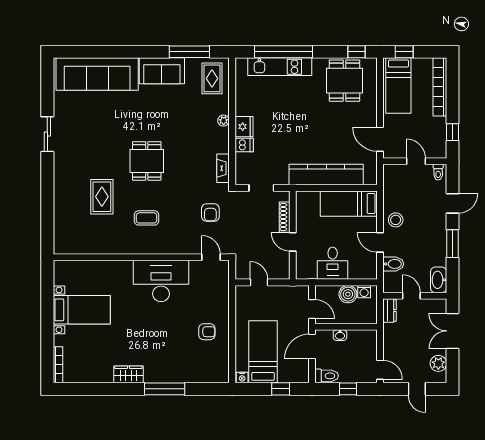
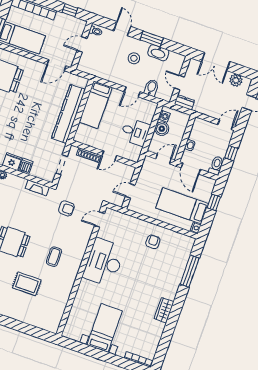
stool: (396, 220) -> (134, 58), moved
washbasin: (439, 280) -> (158, 53), moved
door: (411, 296) -> (179, 83), hinge flipped
window: (165, 389) -> (190, 271), moved

